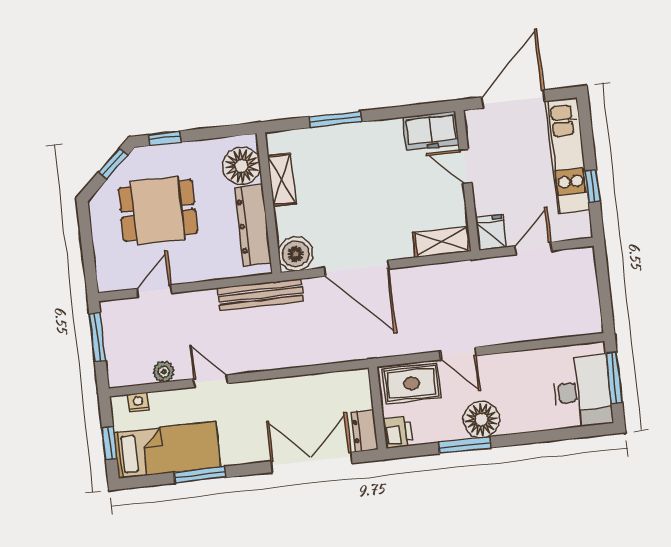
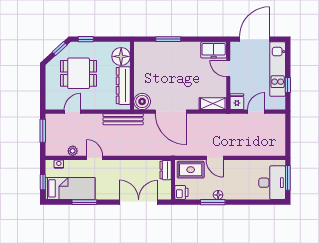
shelving: (282, 180) -> (139, 65), removed
floor lamp: (481, 420) -> (218, 195), width x0.53, depth x0.53
dresser: (365, 431) -> (166, 170), moved

